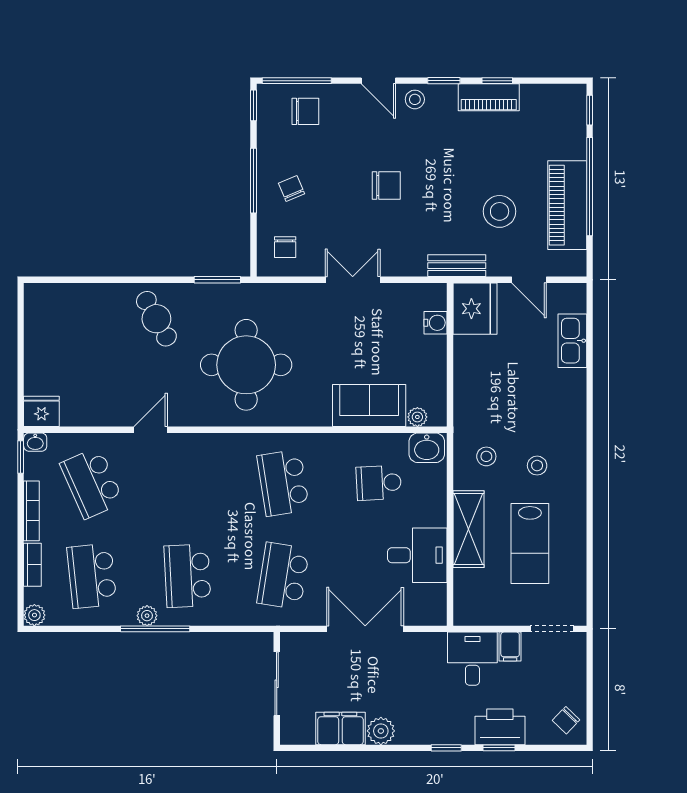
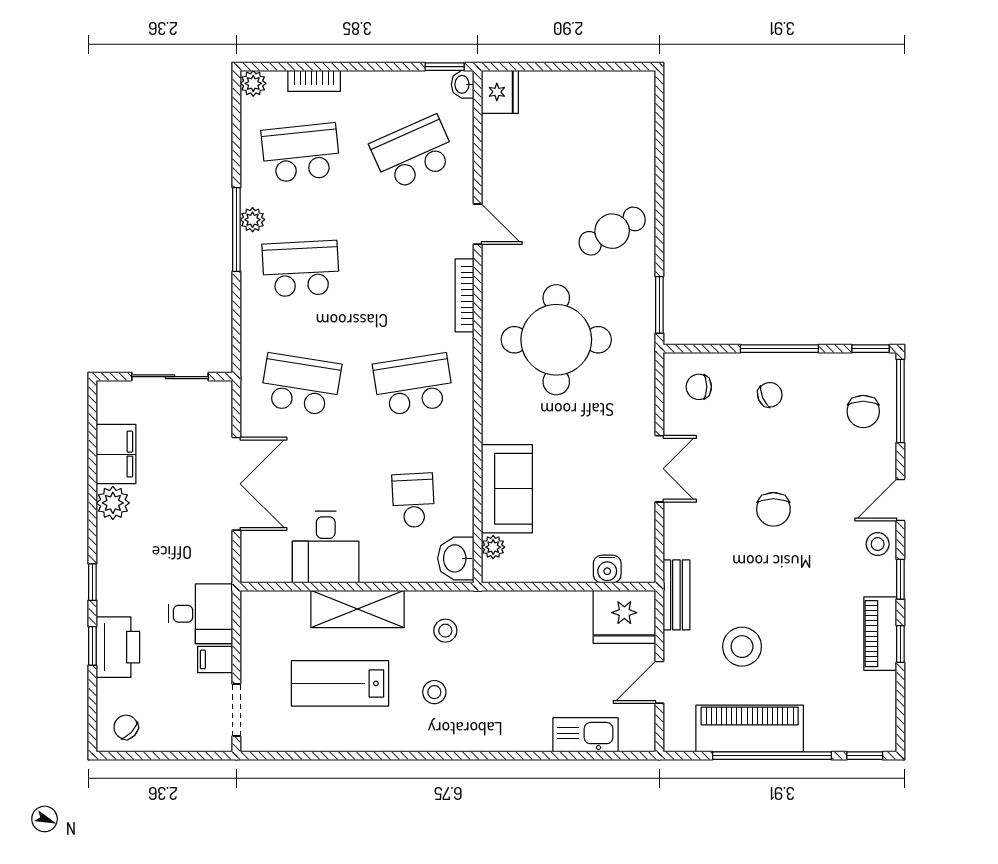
bookcase: (31, 511) -> (465, 295), moved, turned 90

